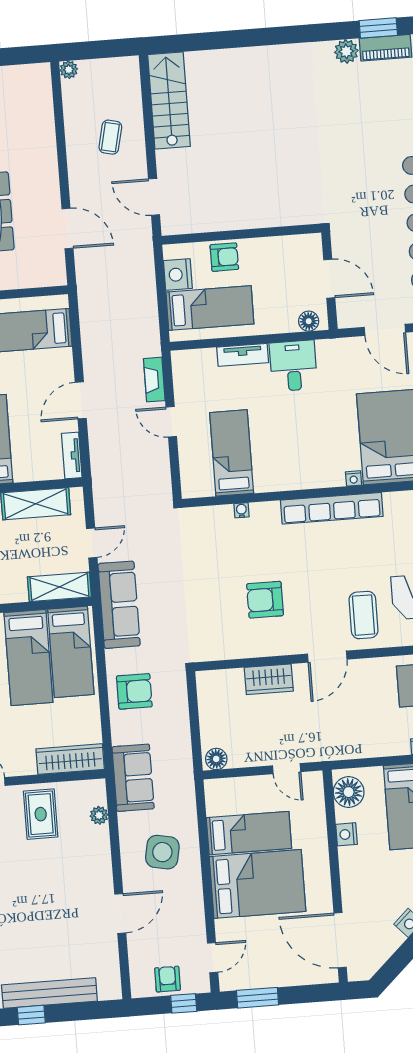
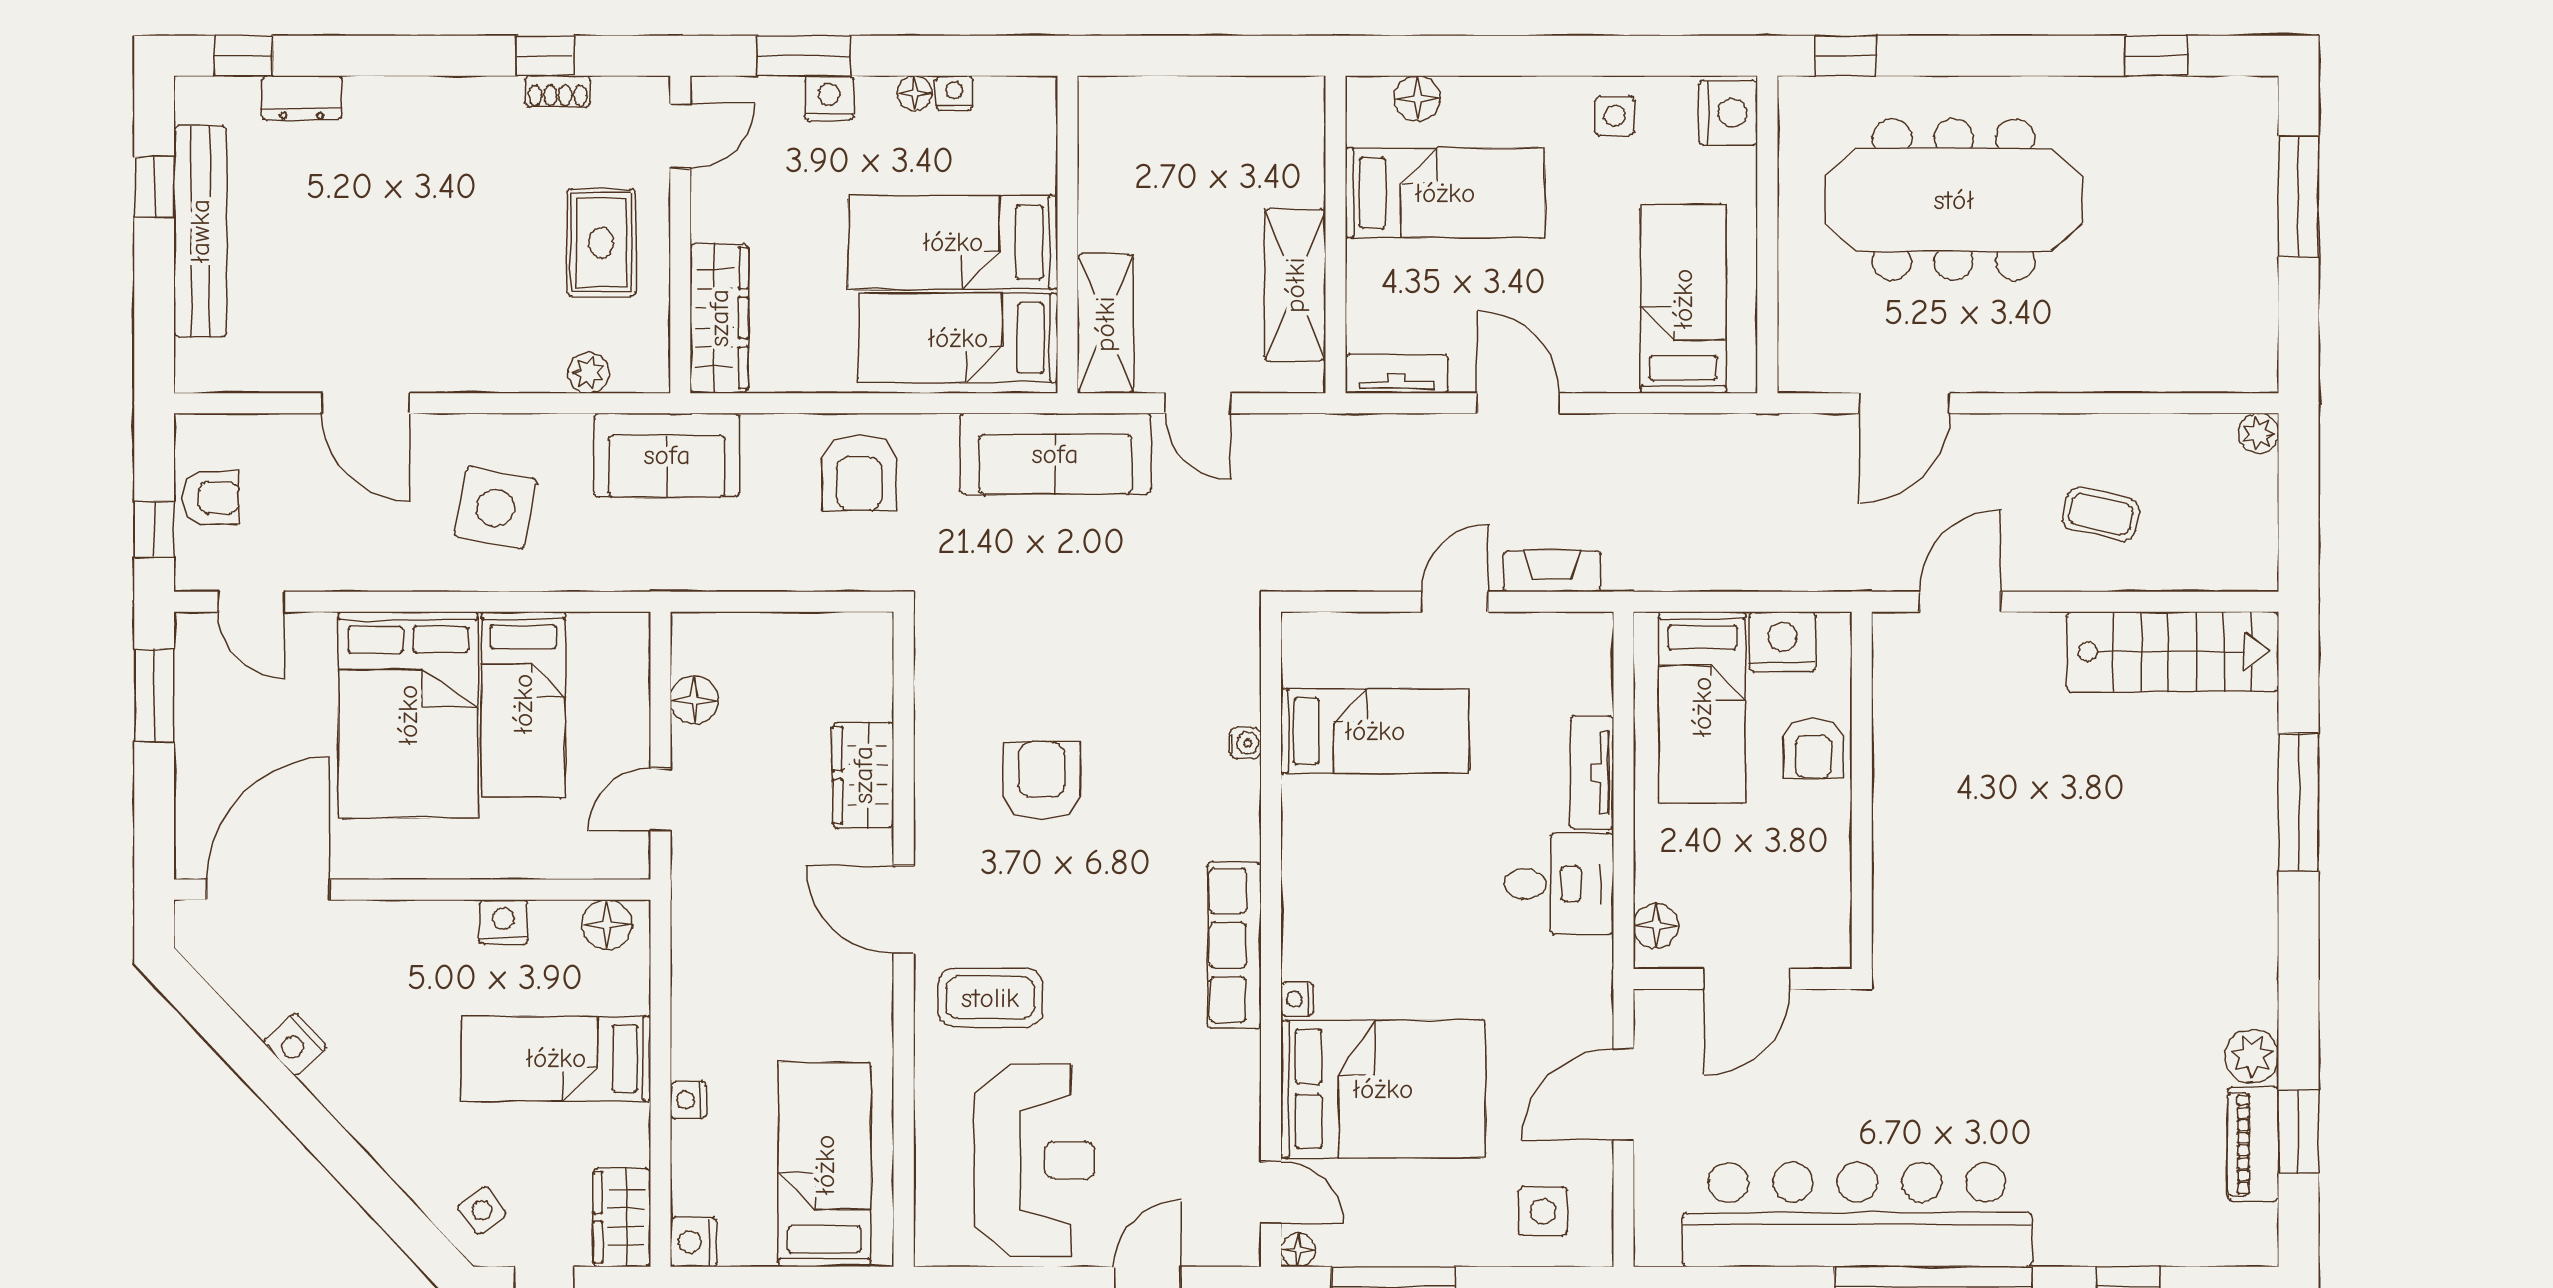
window: (232, 39) -> (2299, 803), added
row of seats: (332, 508) -> (1234, 945), width x0.73
floor lamp: (216, 759) -> (694, 700), moved
floor lamp: (349, 792) -> (607, 925), width x0.73, depth x0.73
rug: (41, 814) -> (601, 243), turned 90

